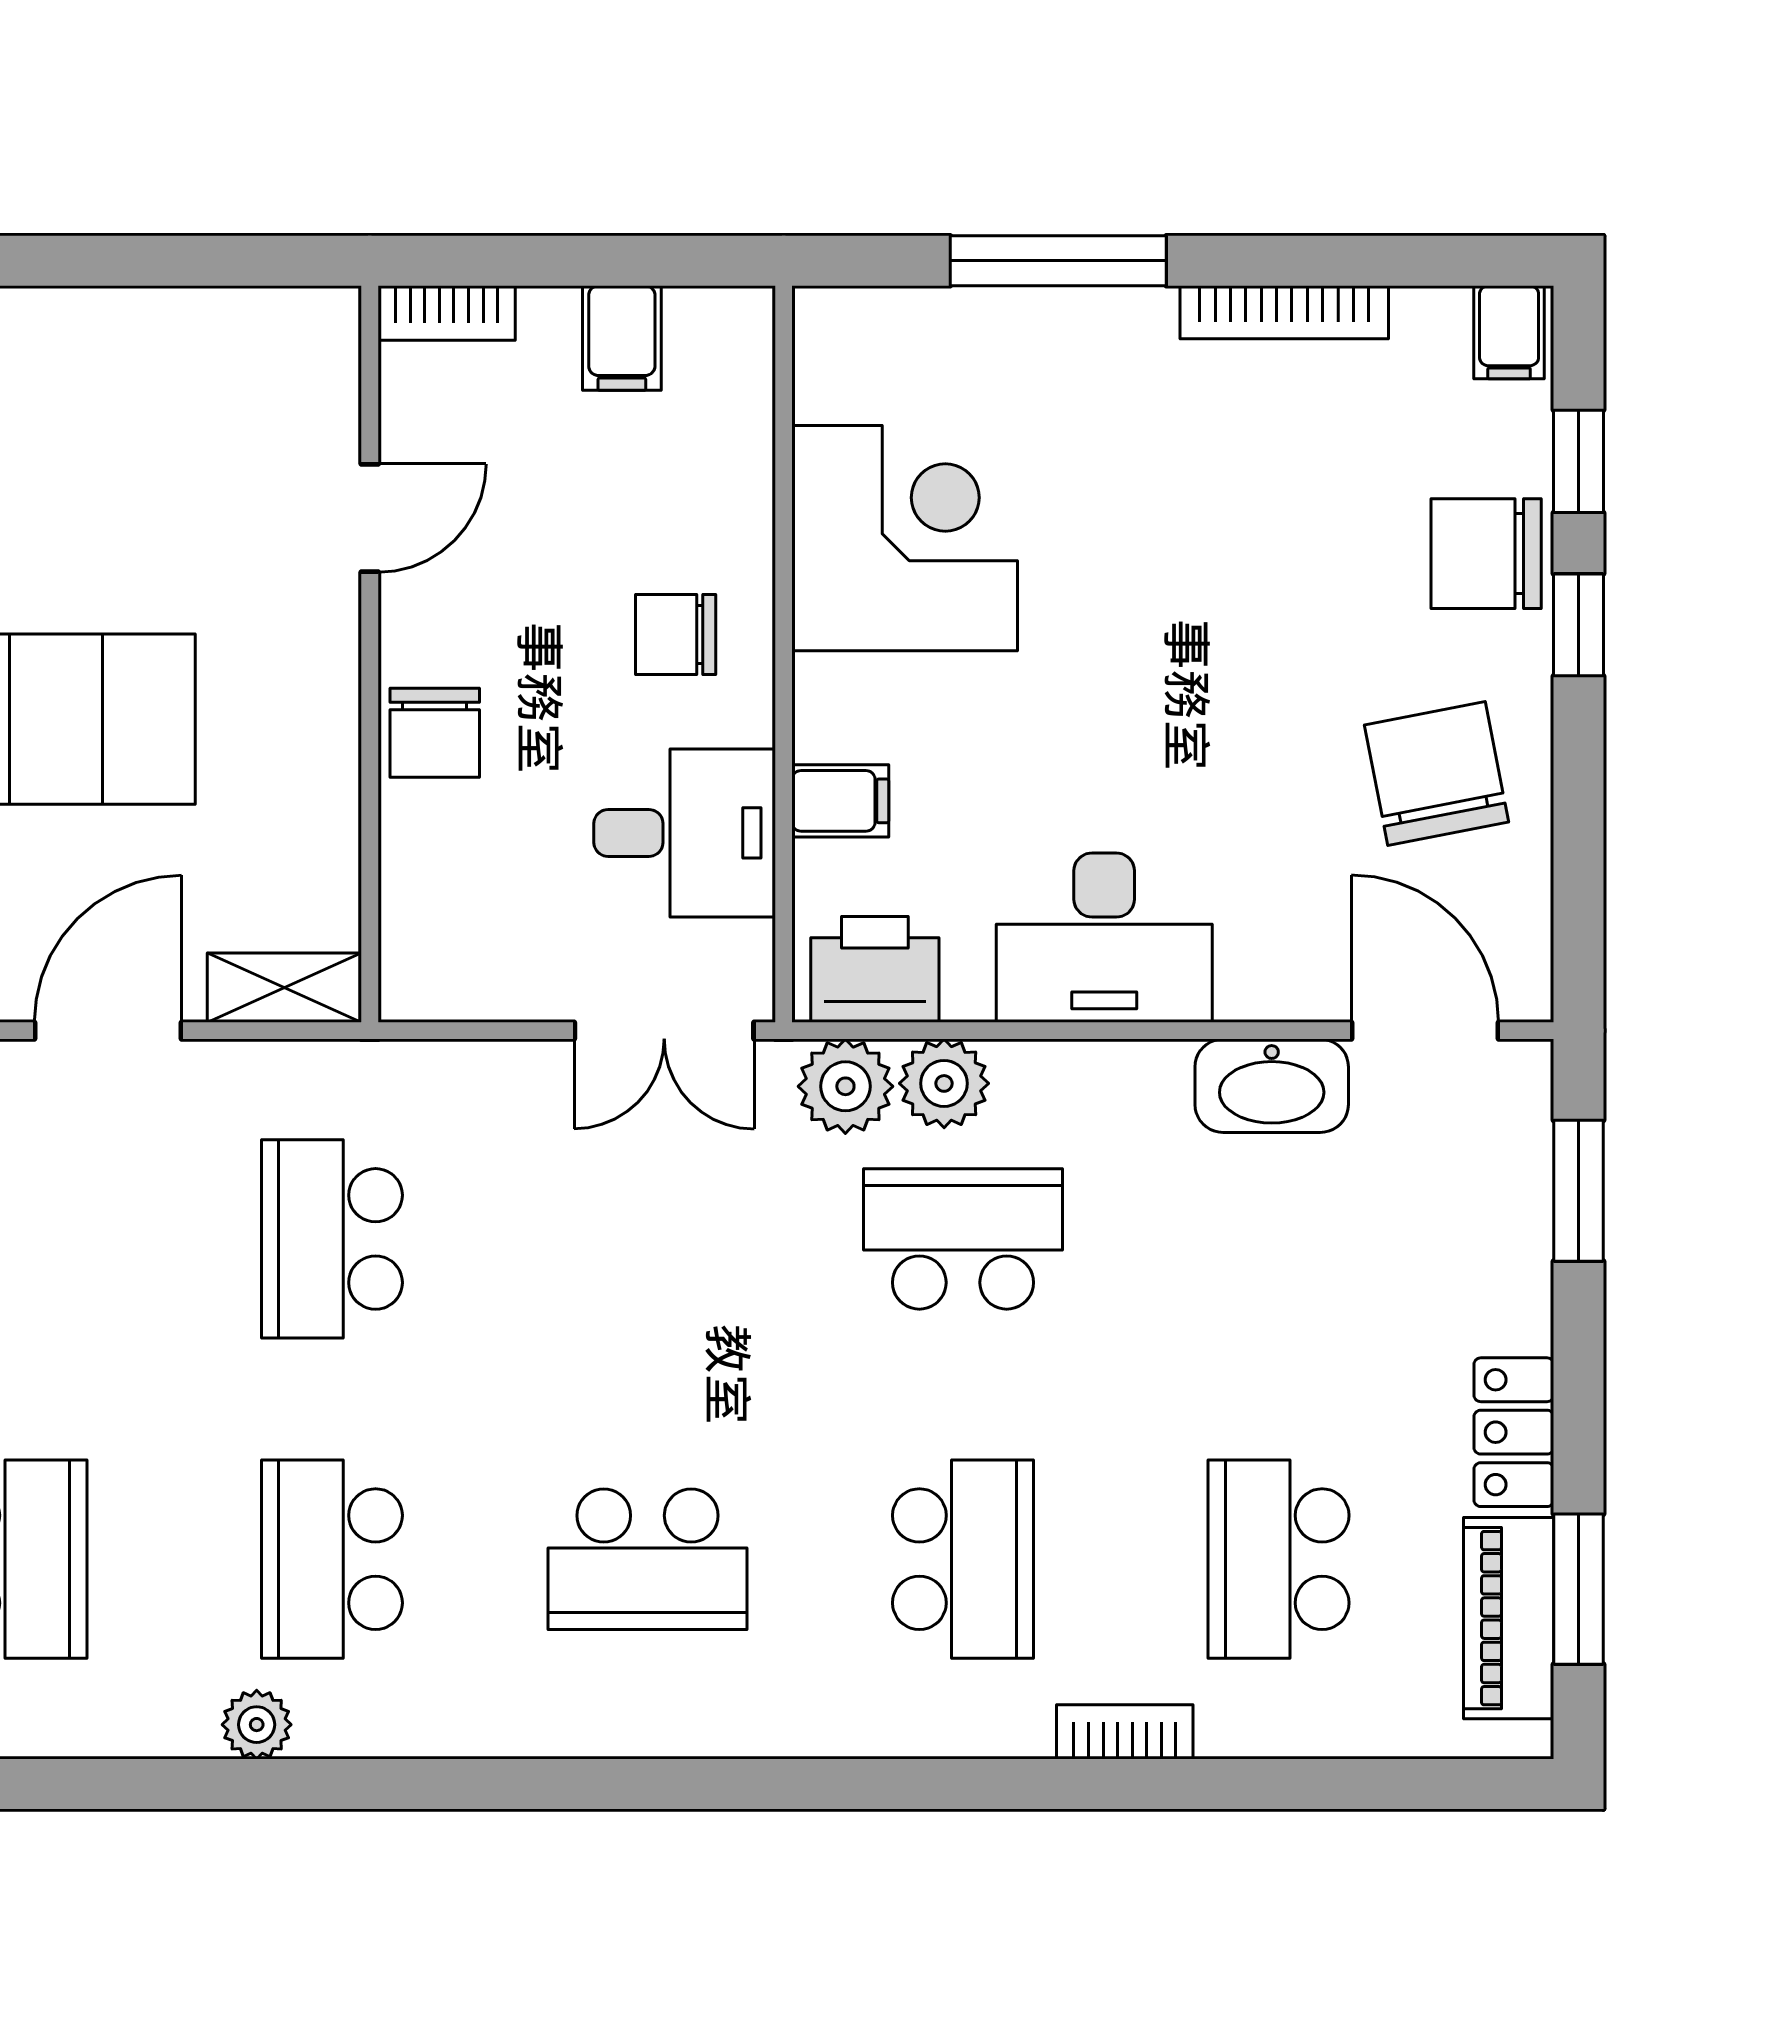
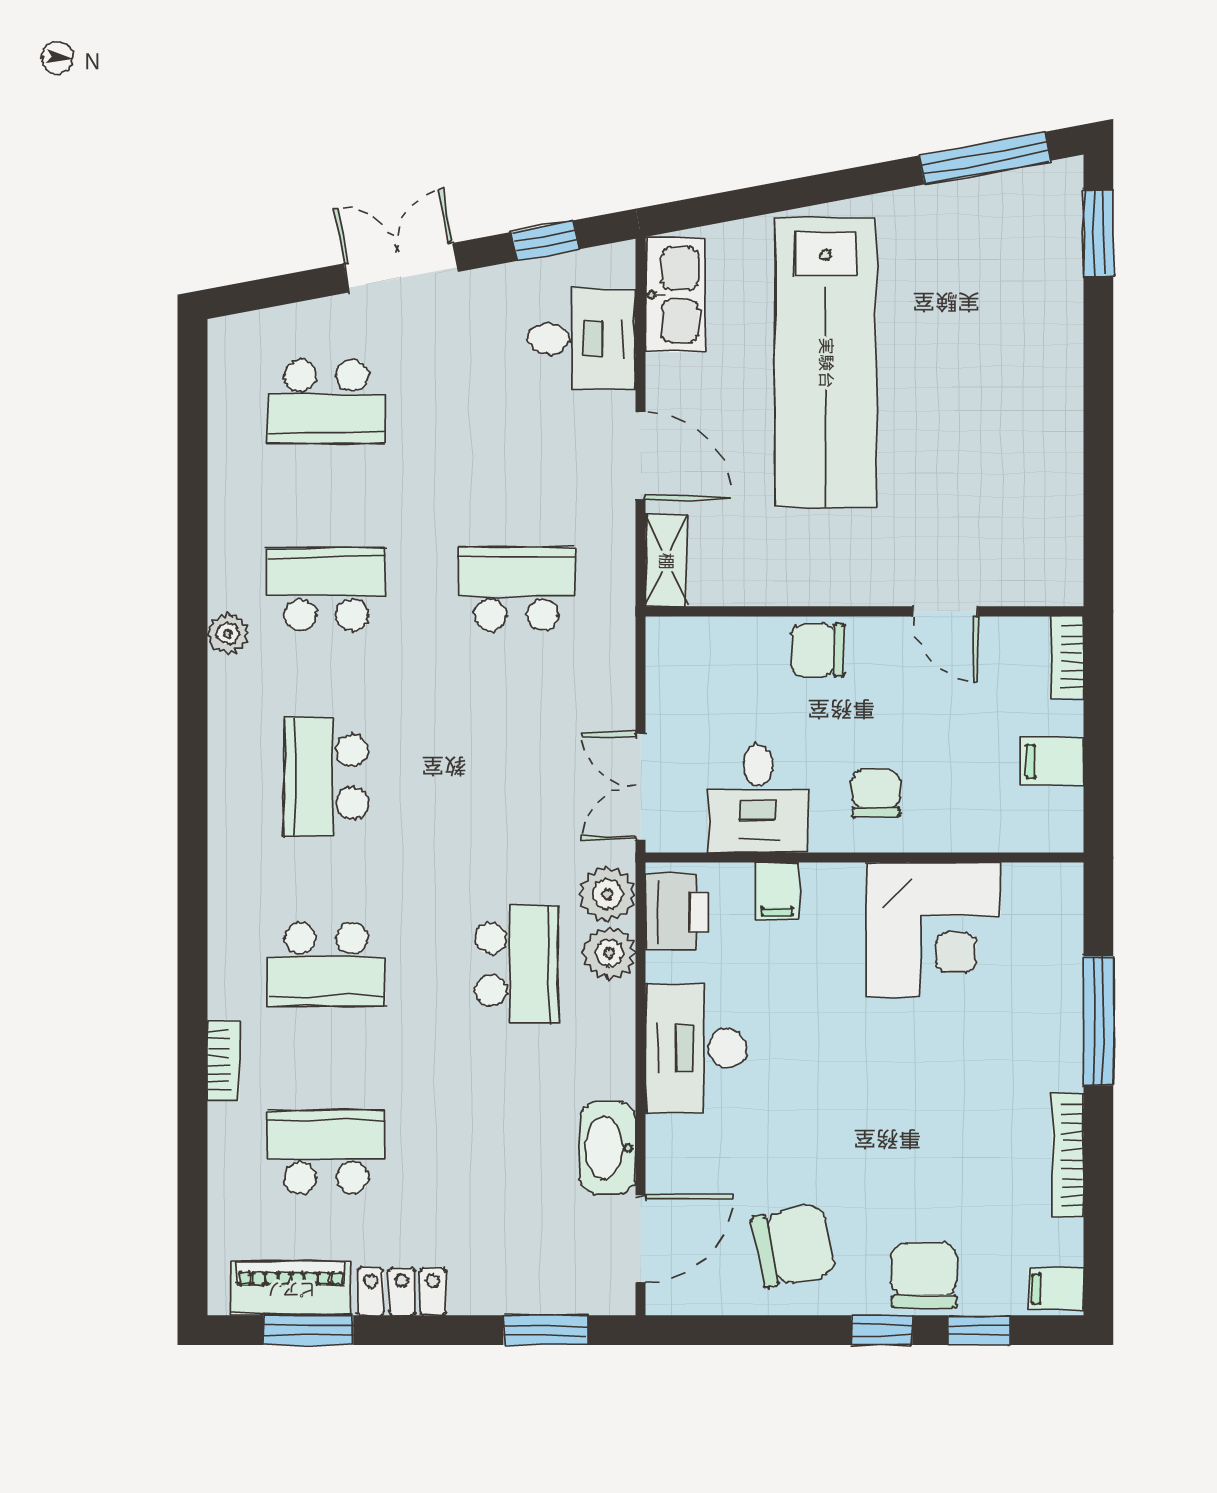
plant: (257, 1725) -> (228, 634), moved

